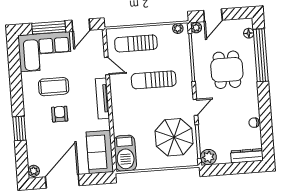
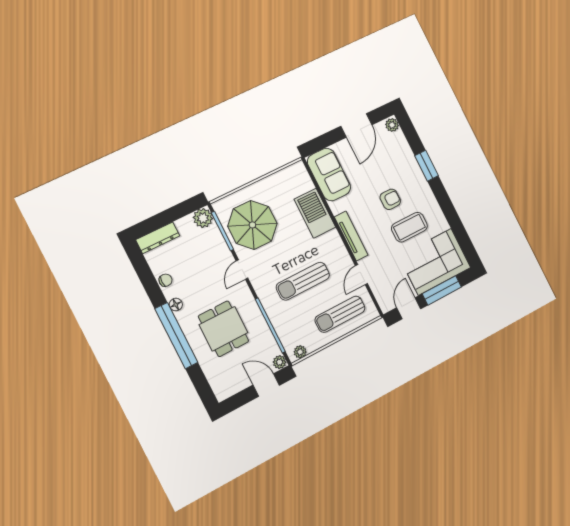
door: (213, 15) -> (266, 385), hinge flipped
floor lamp: (249, 33) -> (176, 305), moved
sun lounger: (136, 43) -> (340, 314), turned 180
window: (261, 55) -> (176, 336), moved
door: (107, 66) -> (361, 275), hinge flipped
sun lounger: (154, 80) -> (303, 281), turned 180
armchair: (60, 114) -> (390, 199), turned -90
barbecue: (125, 153) -> (315, 213), moved
door: (62, 181) -> (356, 125), width x0.73

